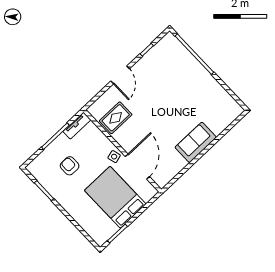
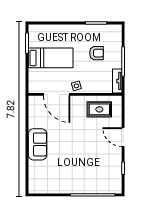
rug: (116, 118) -> (99, 109), turned 90
bed: (115, 197) -> (51, 58), width x0.67

